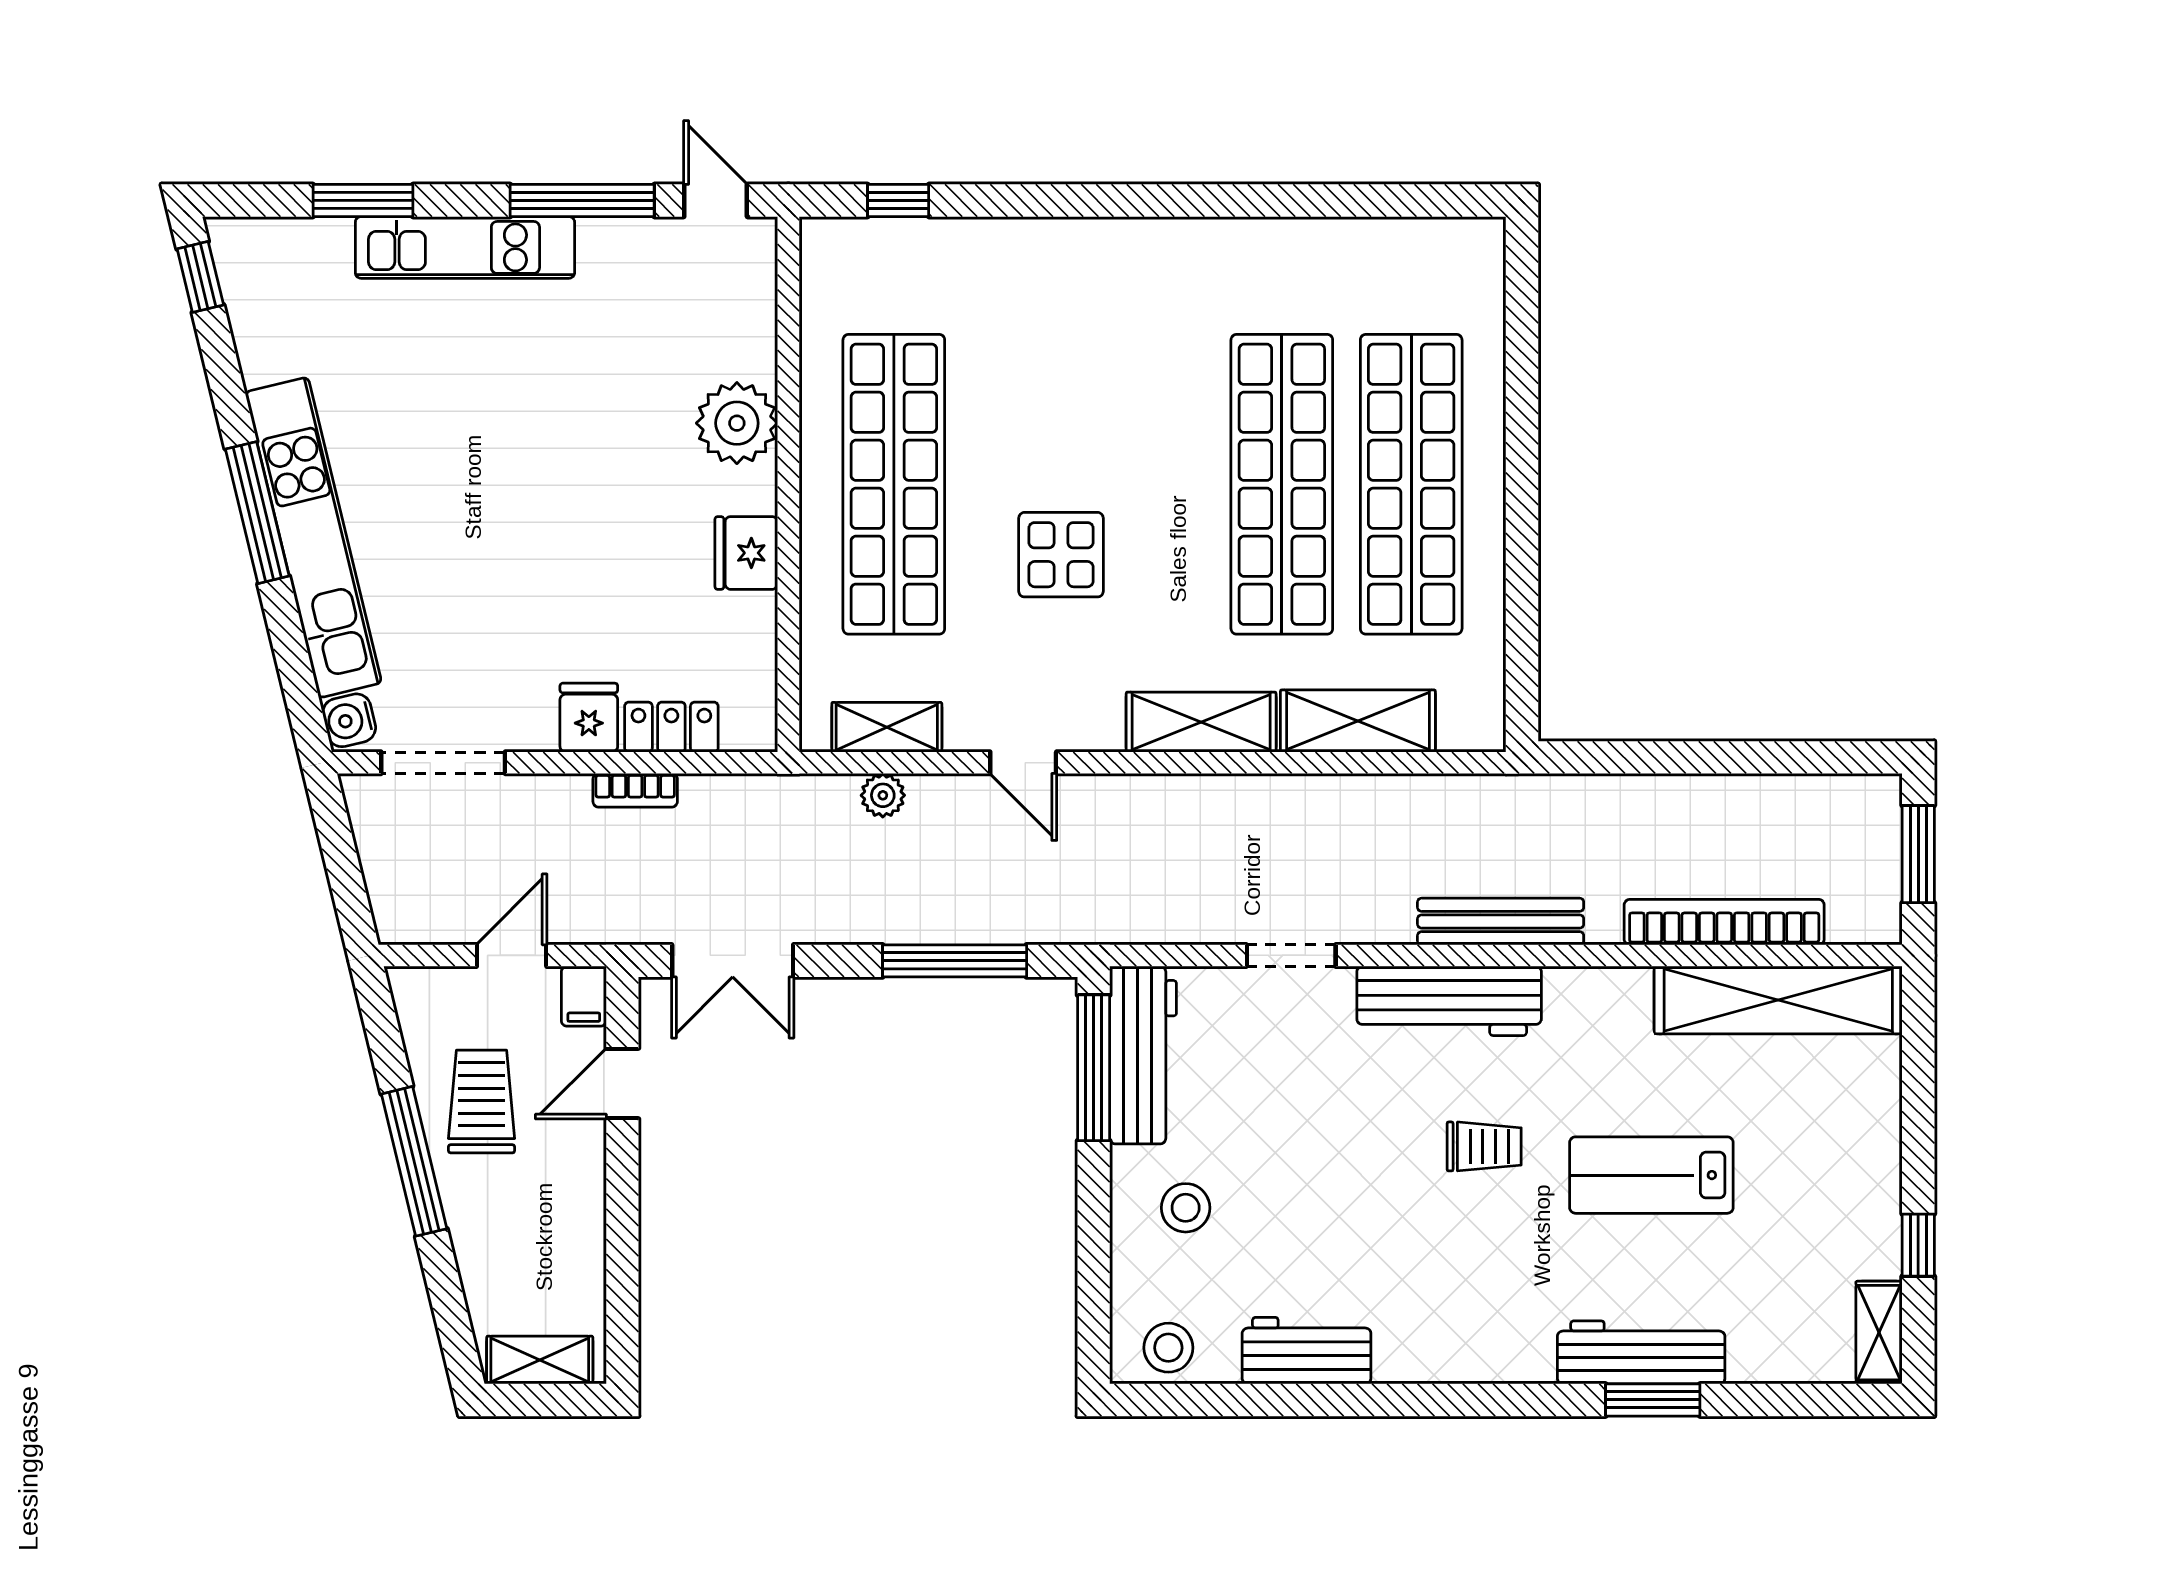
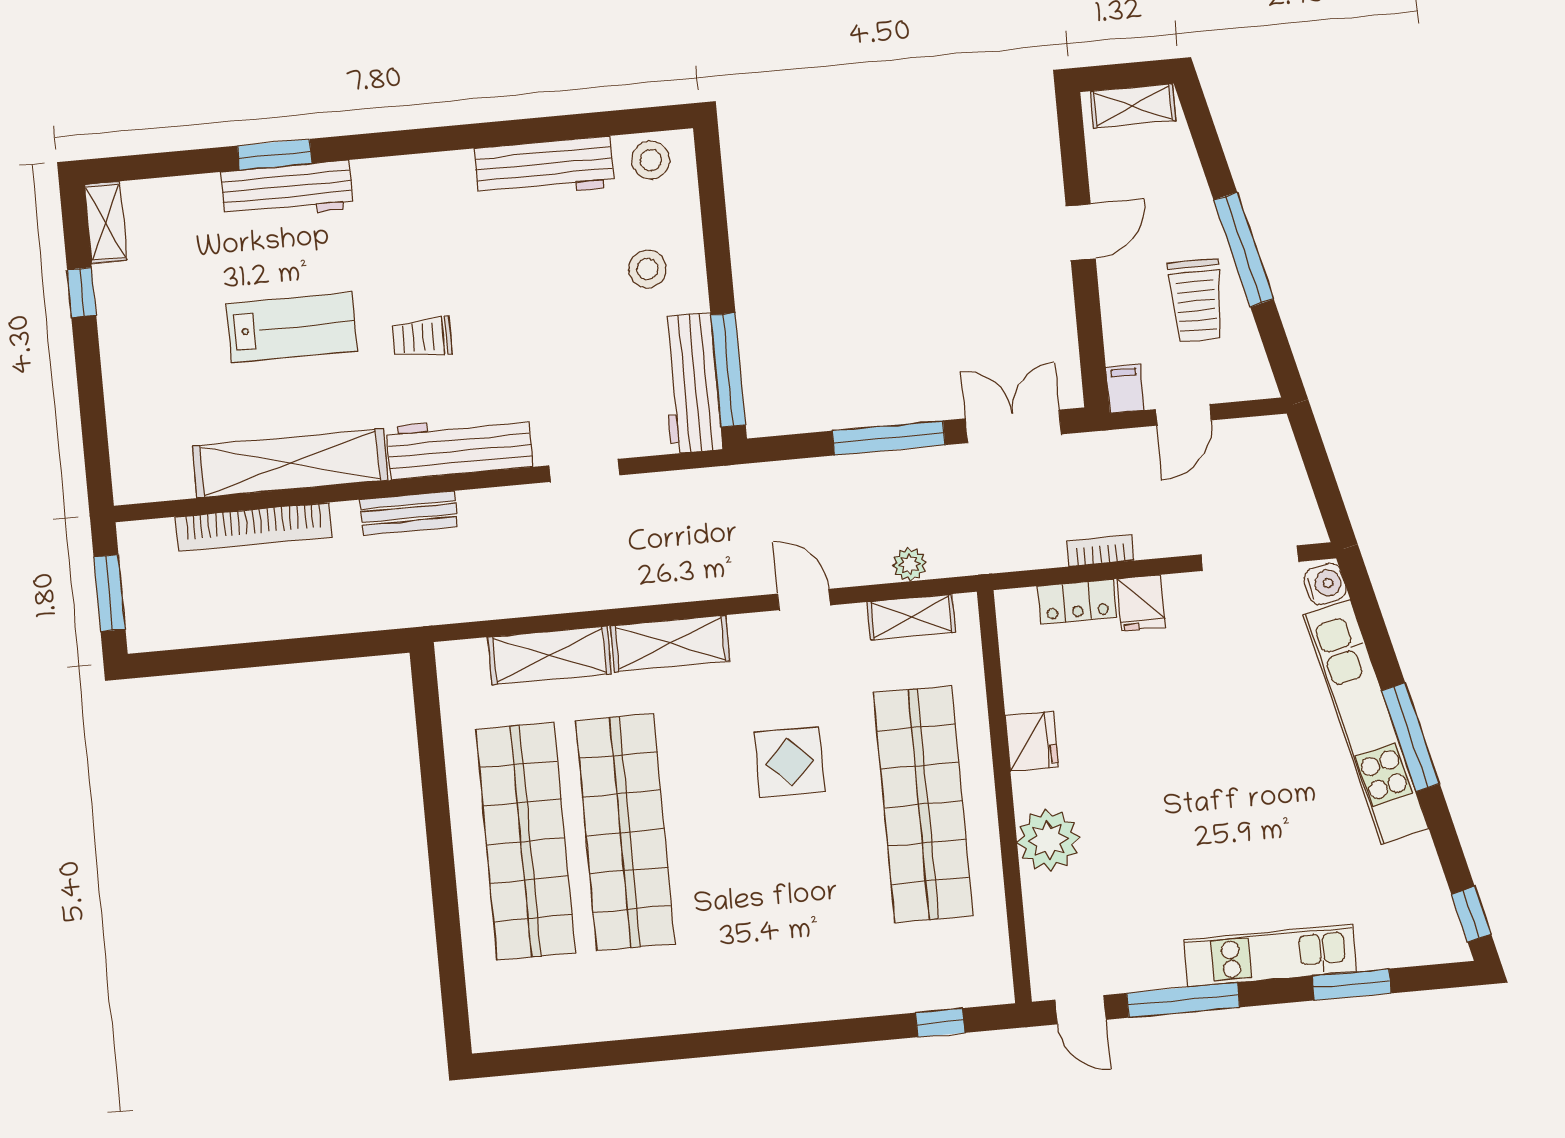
bench: (1501, 922) -> (409, 513), width x0.73
window: (955, 961) -> (889, 438), moved
shelving: (1778, 1000) -> (290, 463), moved
door: (622, 1084) -> (1081, 232), moved
workbench: (1307, 1351) -> (544, 168), width x1.38

